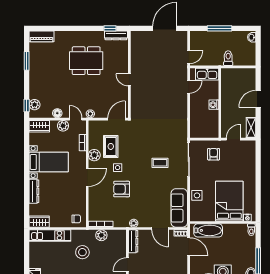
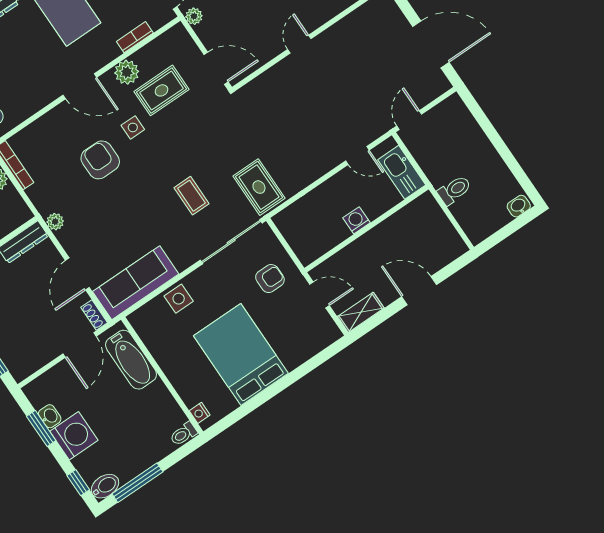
window: (219, 28) -> (496, 140), removed
door: (189, 57) -> (409, 120), swing flipped
rug: (175, 134) -> (259, 187), added
bed: (229, 201) -> (241, 355), moved, turned -90

